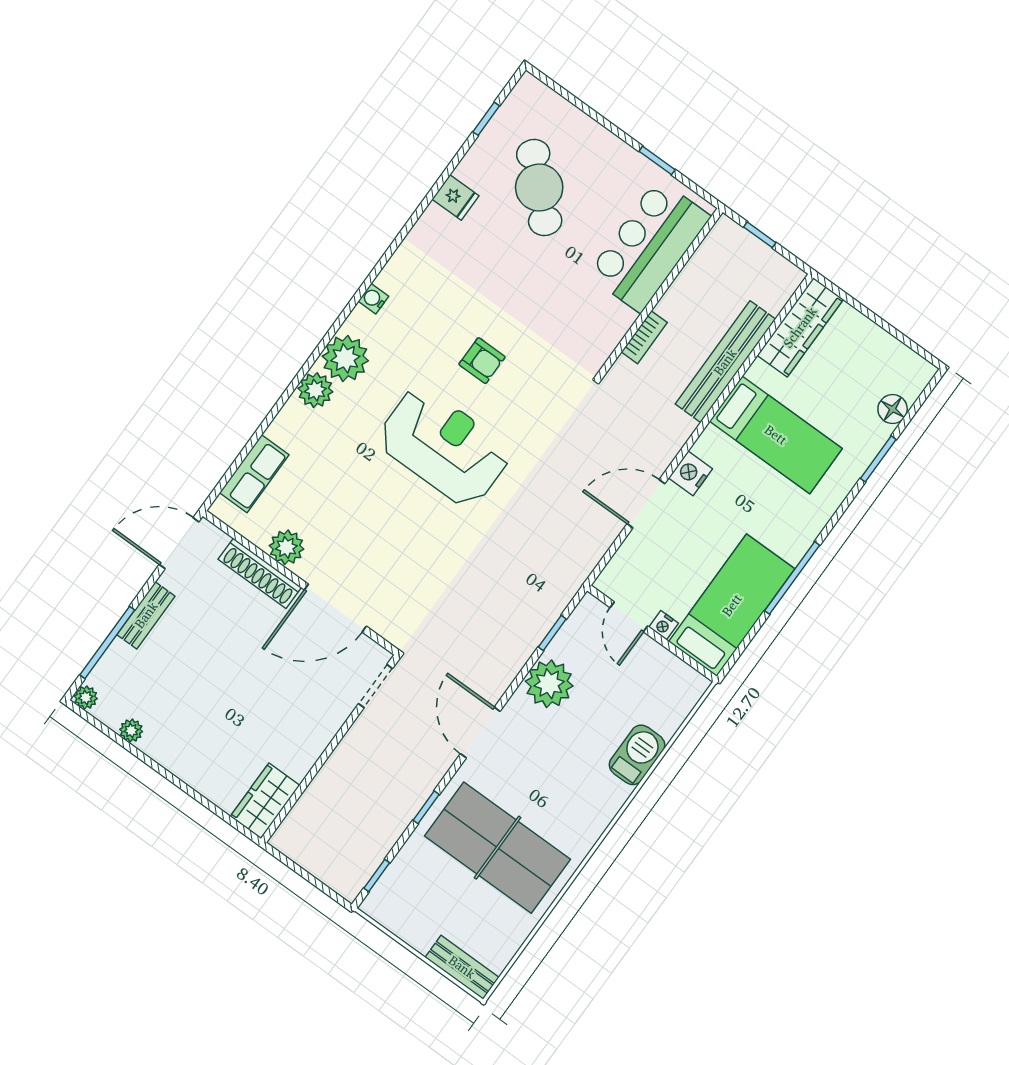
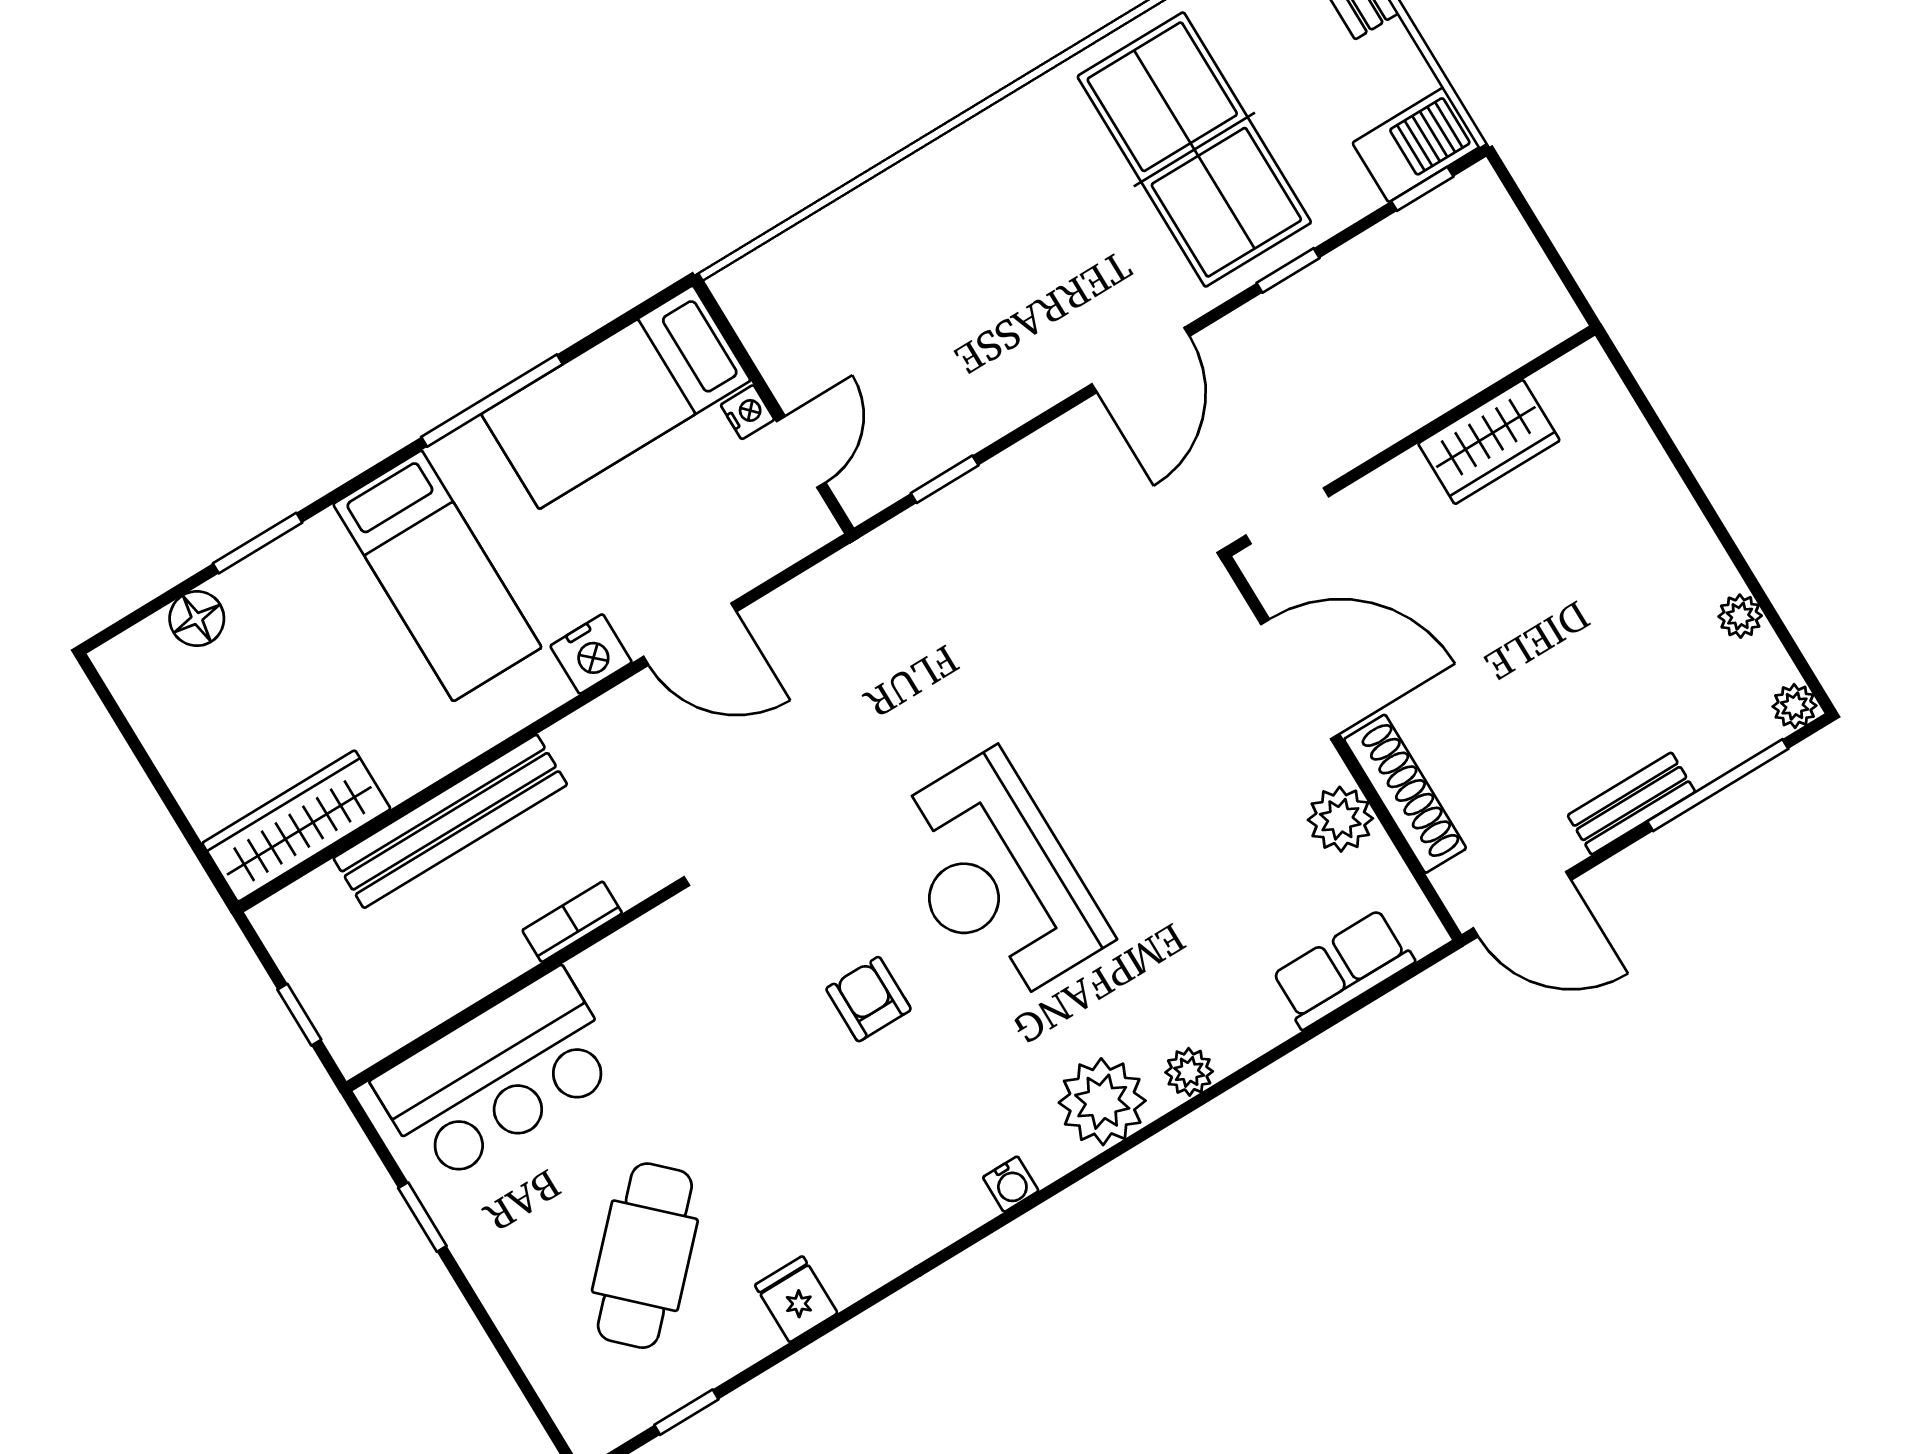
plant: (315, 390) -> (1189, 1072), width x0.73, depth x0.73
bed: (776, 435) -> (437, 576), moved, turned 180
plant: (549, 684) -> (987, 394), removed
barbecue: (637, 755) -> (1416, 145), moved, turned 180
wardrobe: (265, 801) -> (1489, 442), moved

